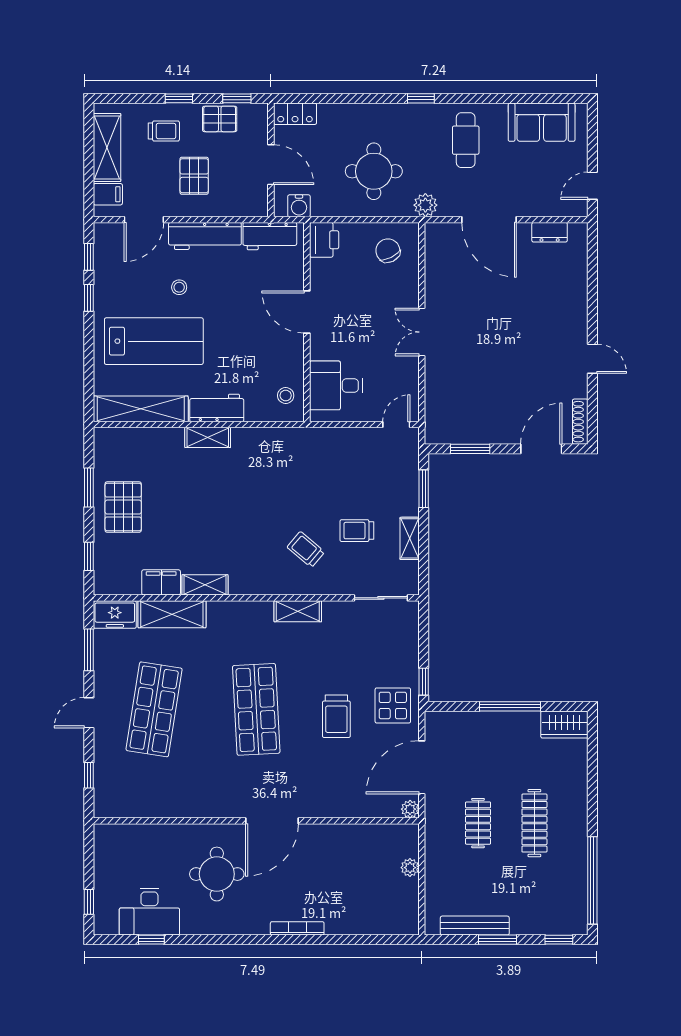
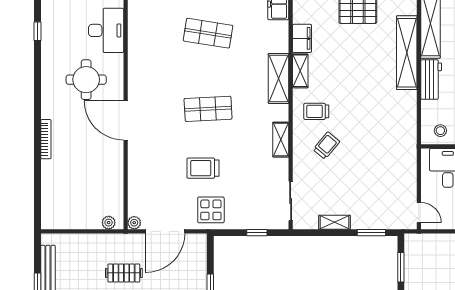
shelving: (208, 437) -> (407, 53), width x2.20, depth x1.33
trolley: (357, 531) -> (316, 111), moved, turned -90
shelving: (172, 614) -> (278, 78), moved
window: (424, 682) -> (257, 233), moved
shop shelf: (154, 709) -> (208, 33), width x0.70, depth x0.74
shop shelf: (256, 709) -> (208, 109), width x0.70, depth x0.74
door: (422, 767) -> (165, 231), swing flipped
plant: (410, 868) -> (109, 223), moved
desk: (149, 912) -> (106, 30), moved, turned 180

